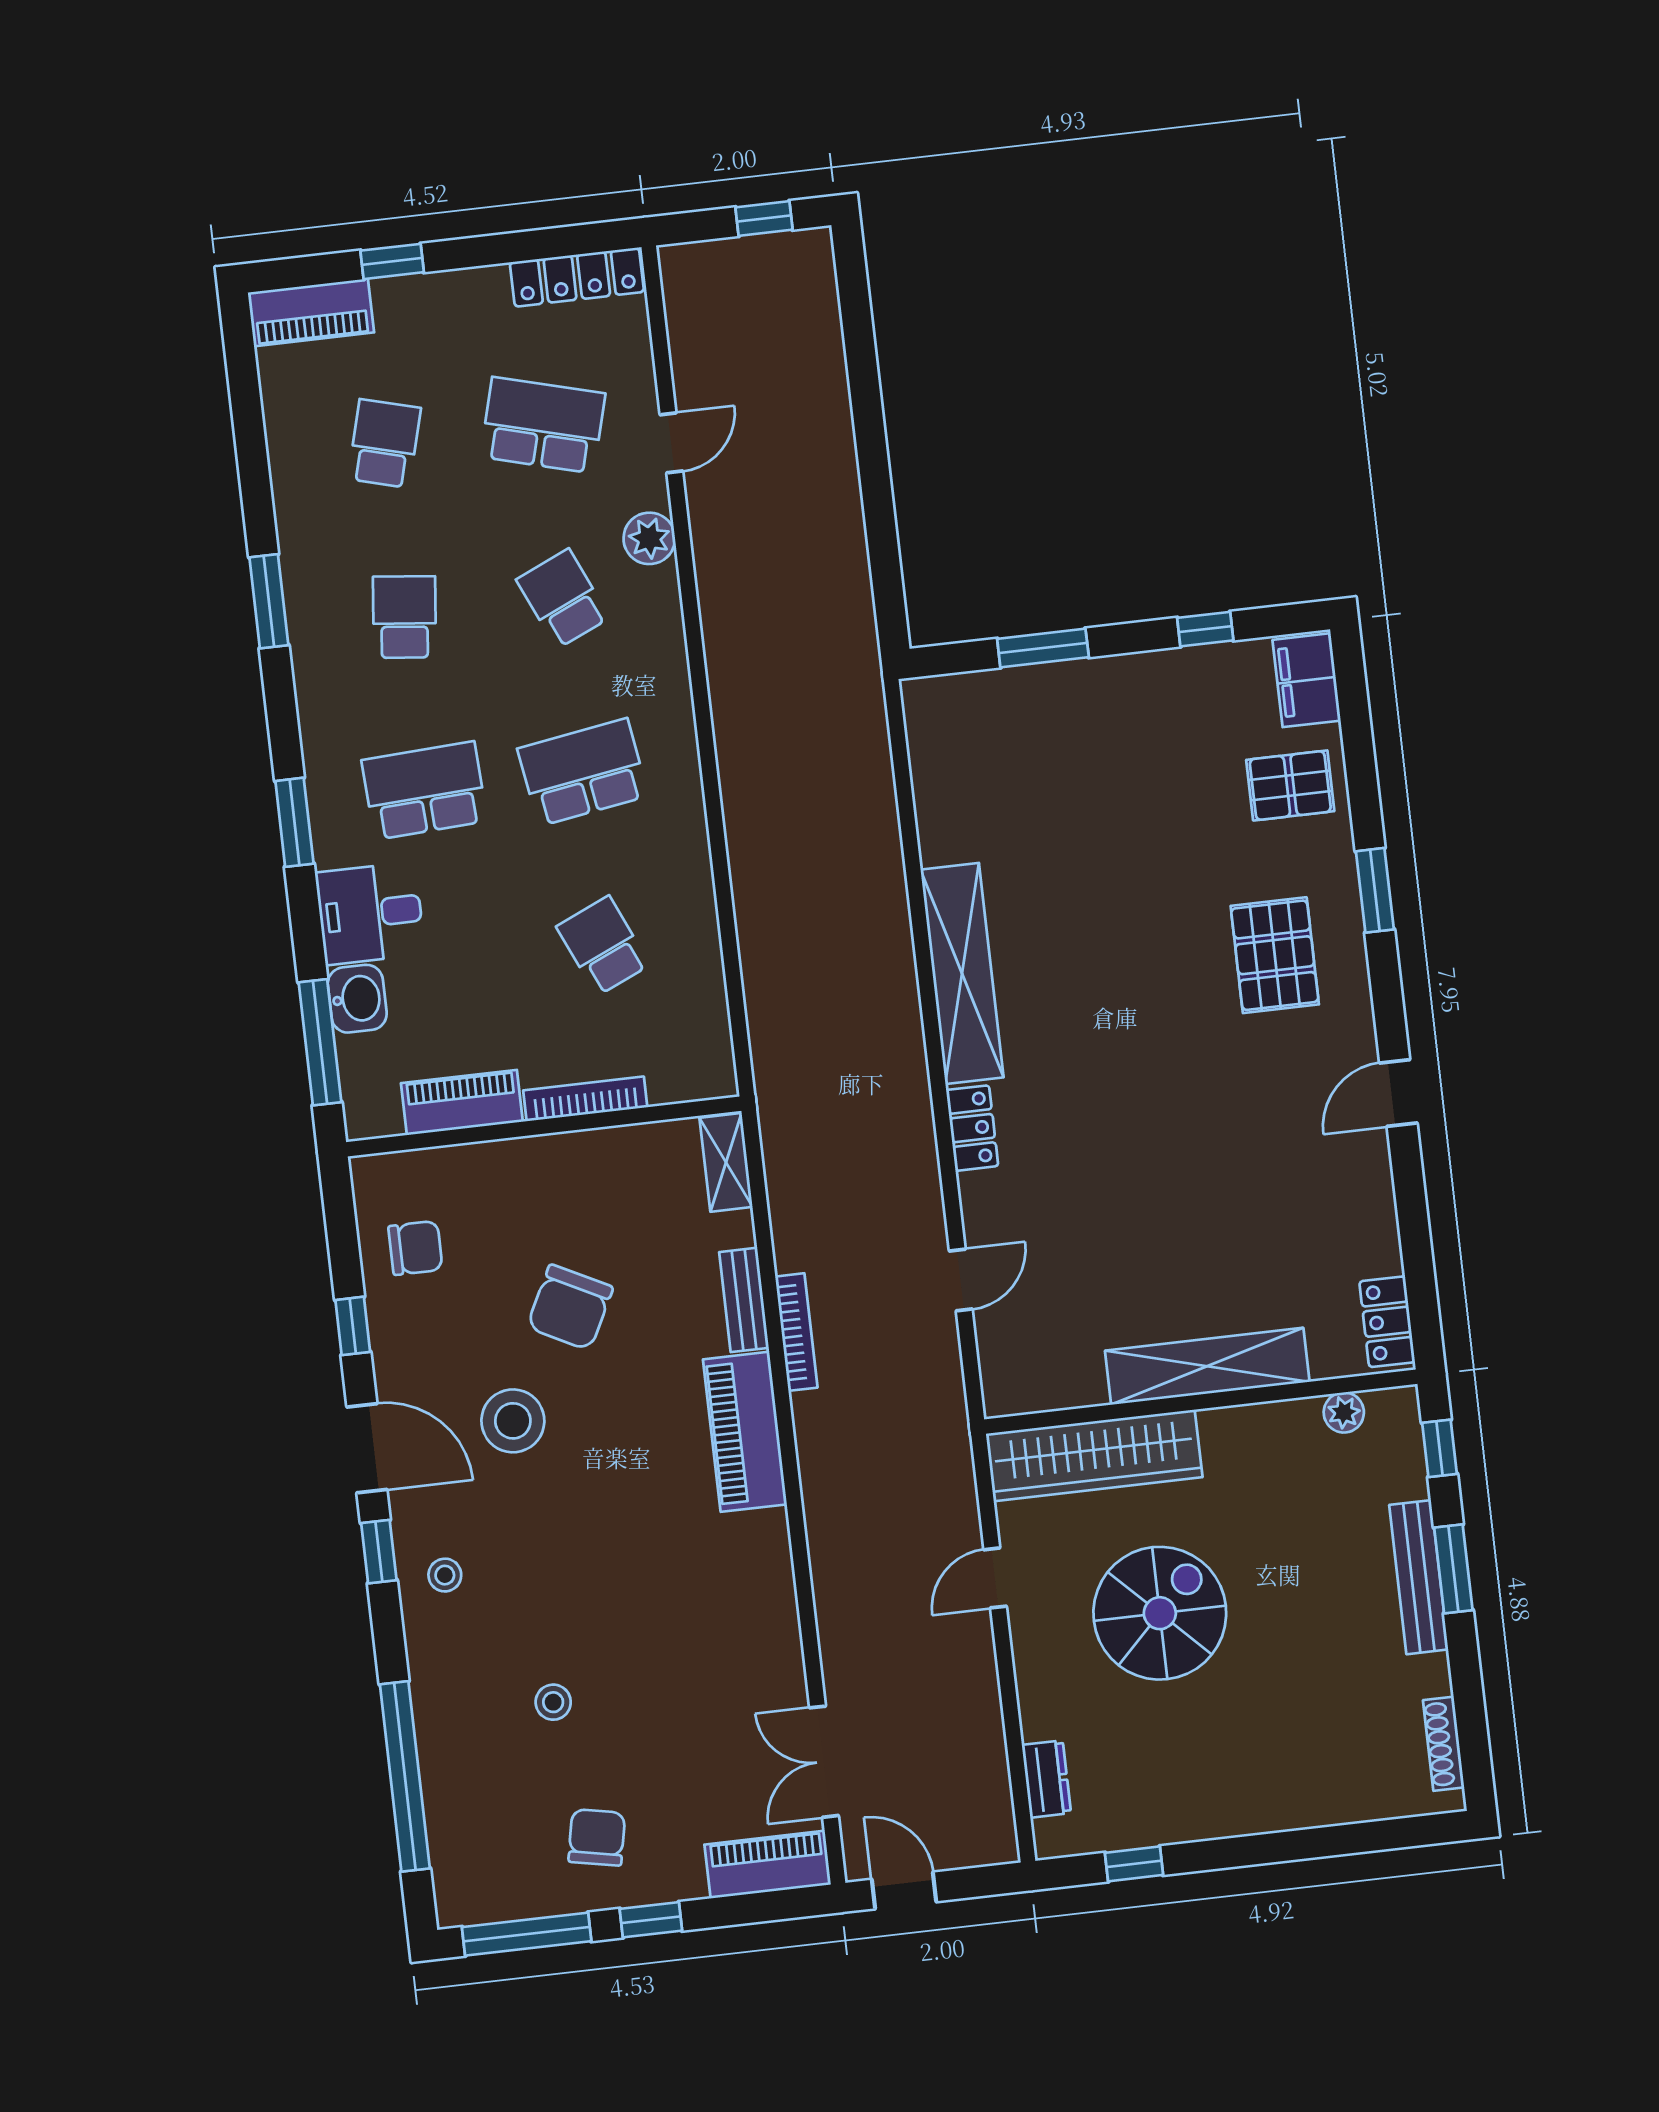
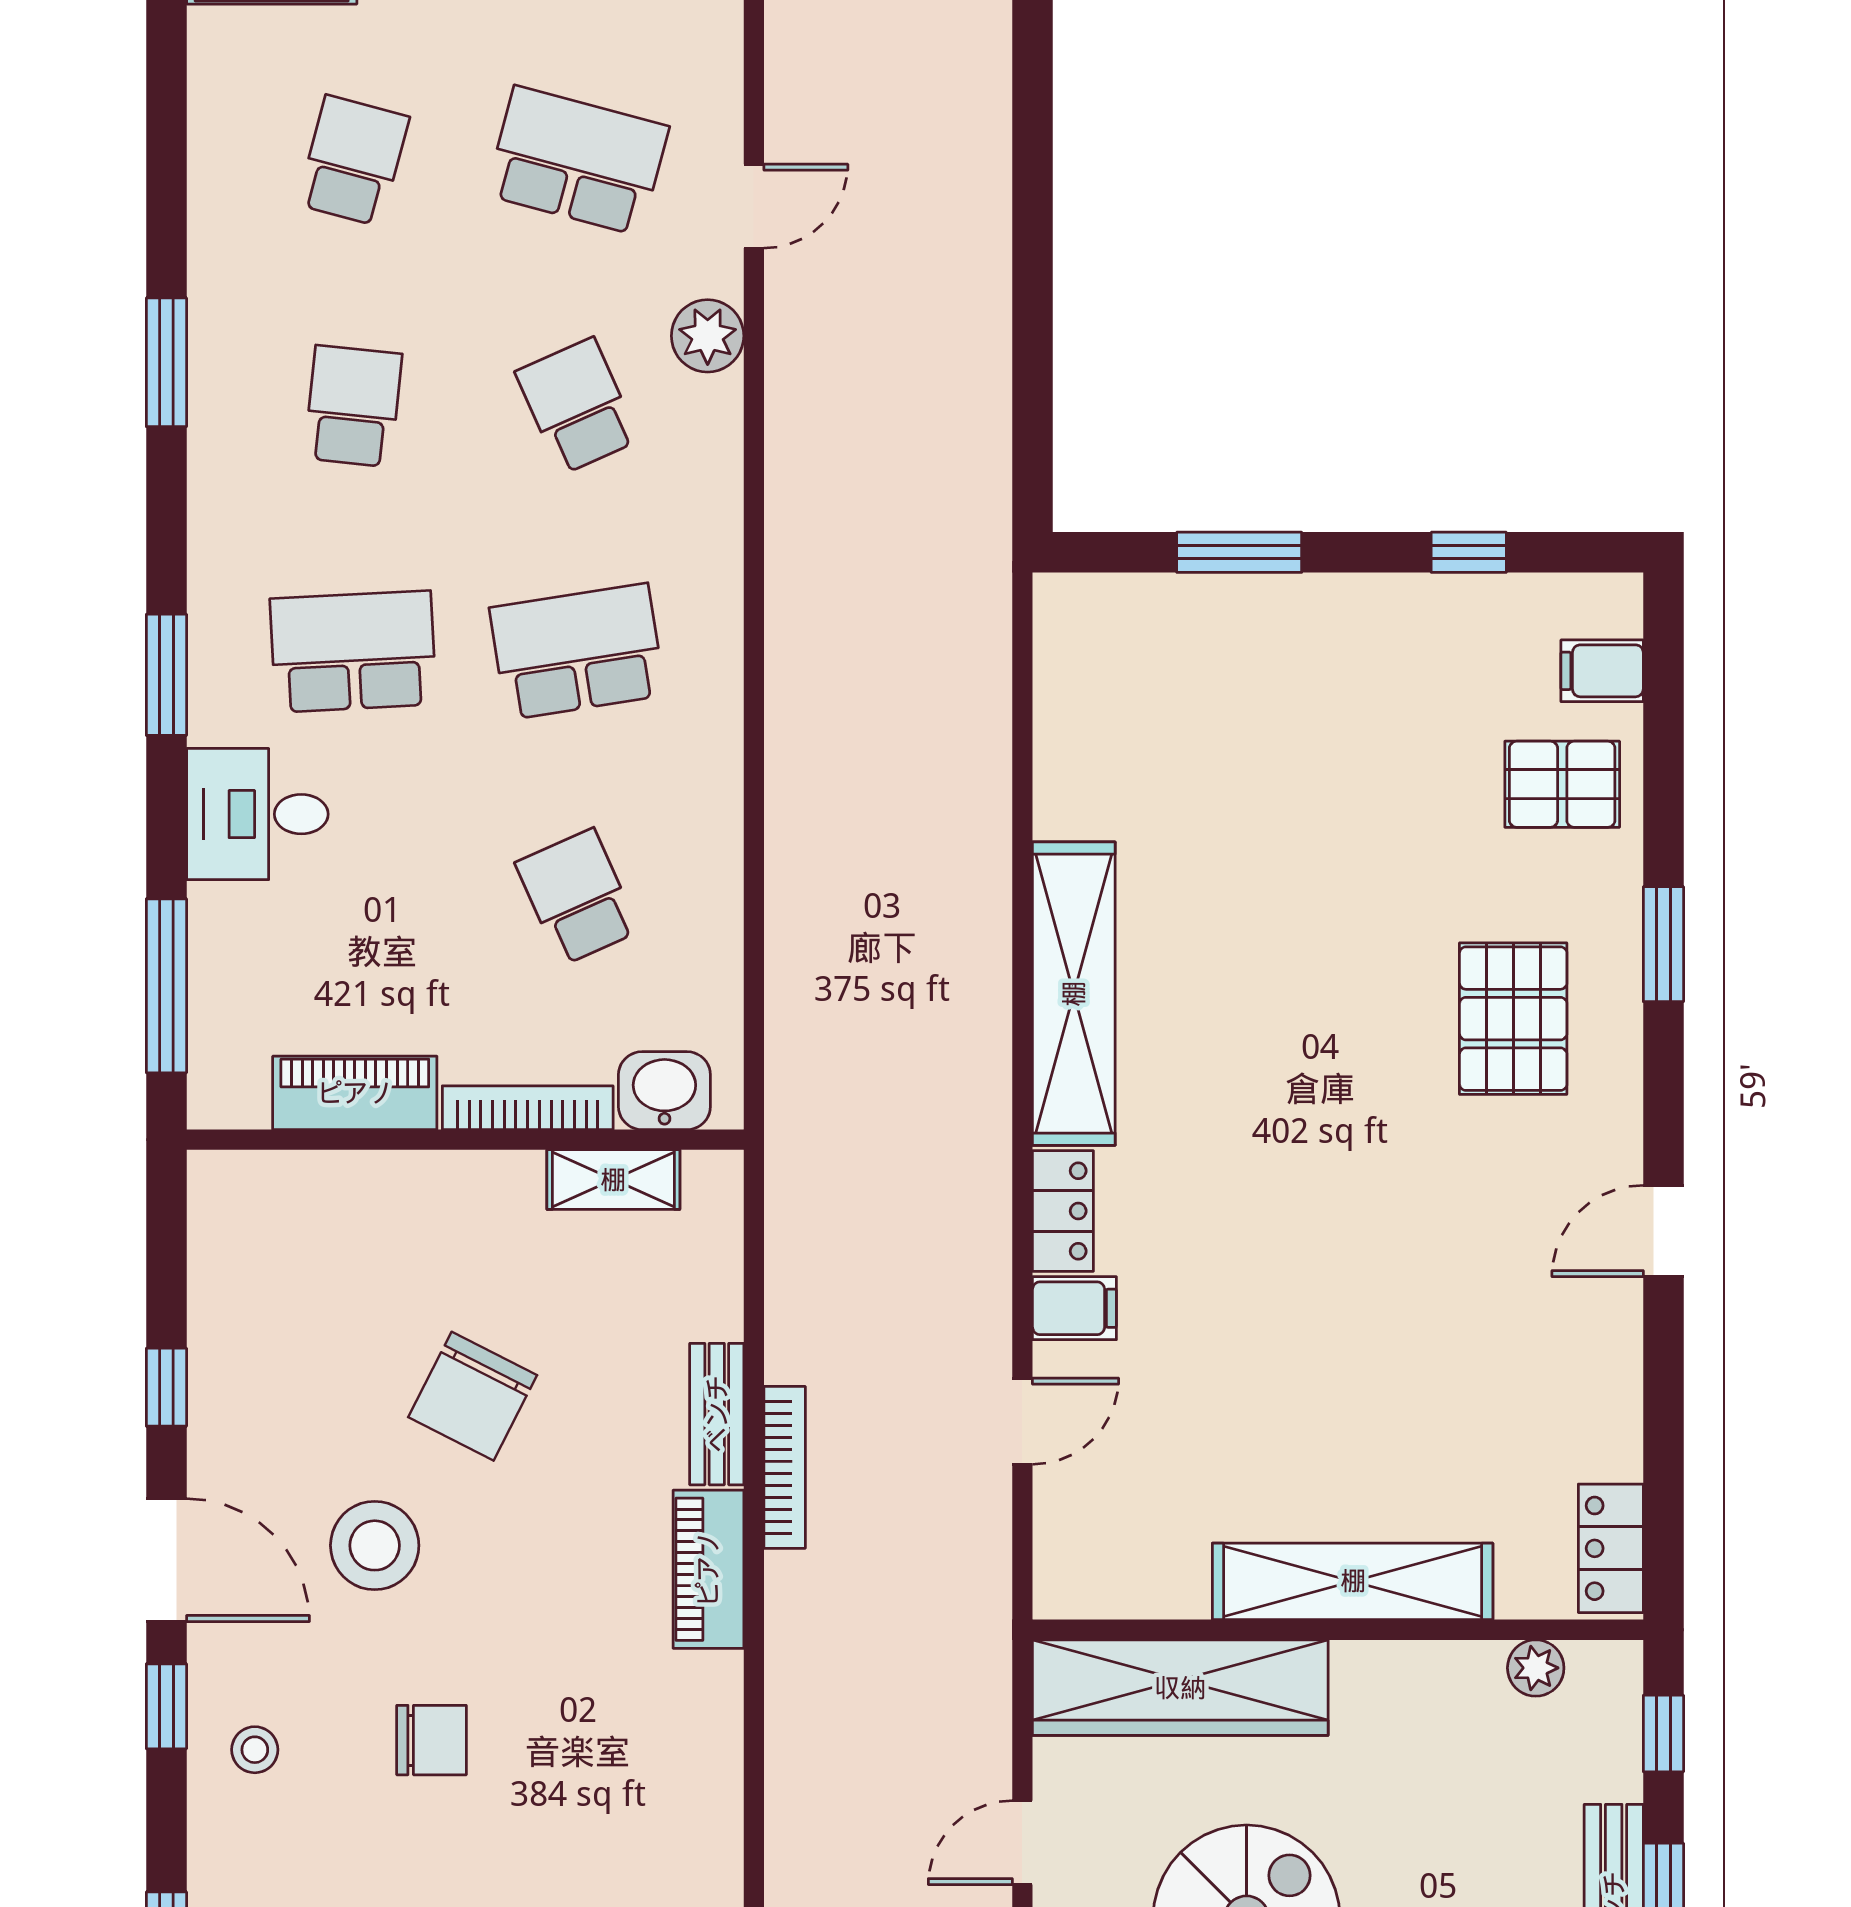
filing cabinet: (1307, 680) -> (1602, 671), width x0.50
washbasin: (357, 999) -> (664, 1091), moved, turned -90
shelving: (726, 1162) -> (613, 1180), moved, turned 90
filing cabinet: (988, 1196) -> (1074, 1308), added
chair: (415, 1248) -> (432, 1740), moved
piano: (745, 1432) -> (708, 1569), width x0.73, depth x0.75

